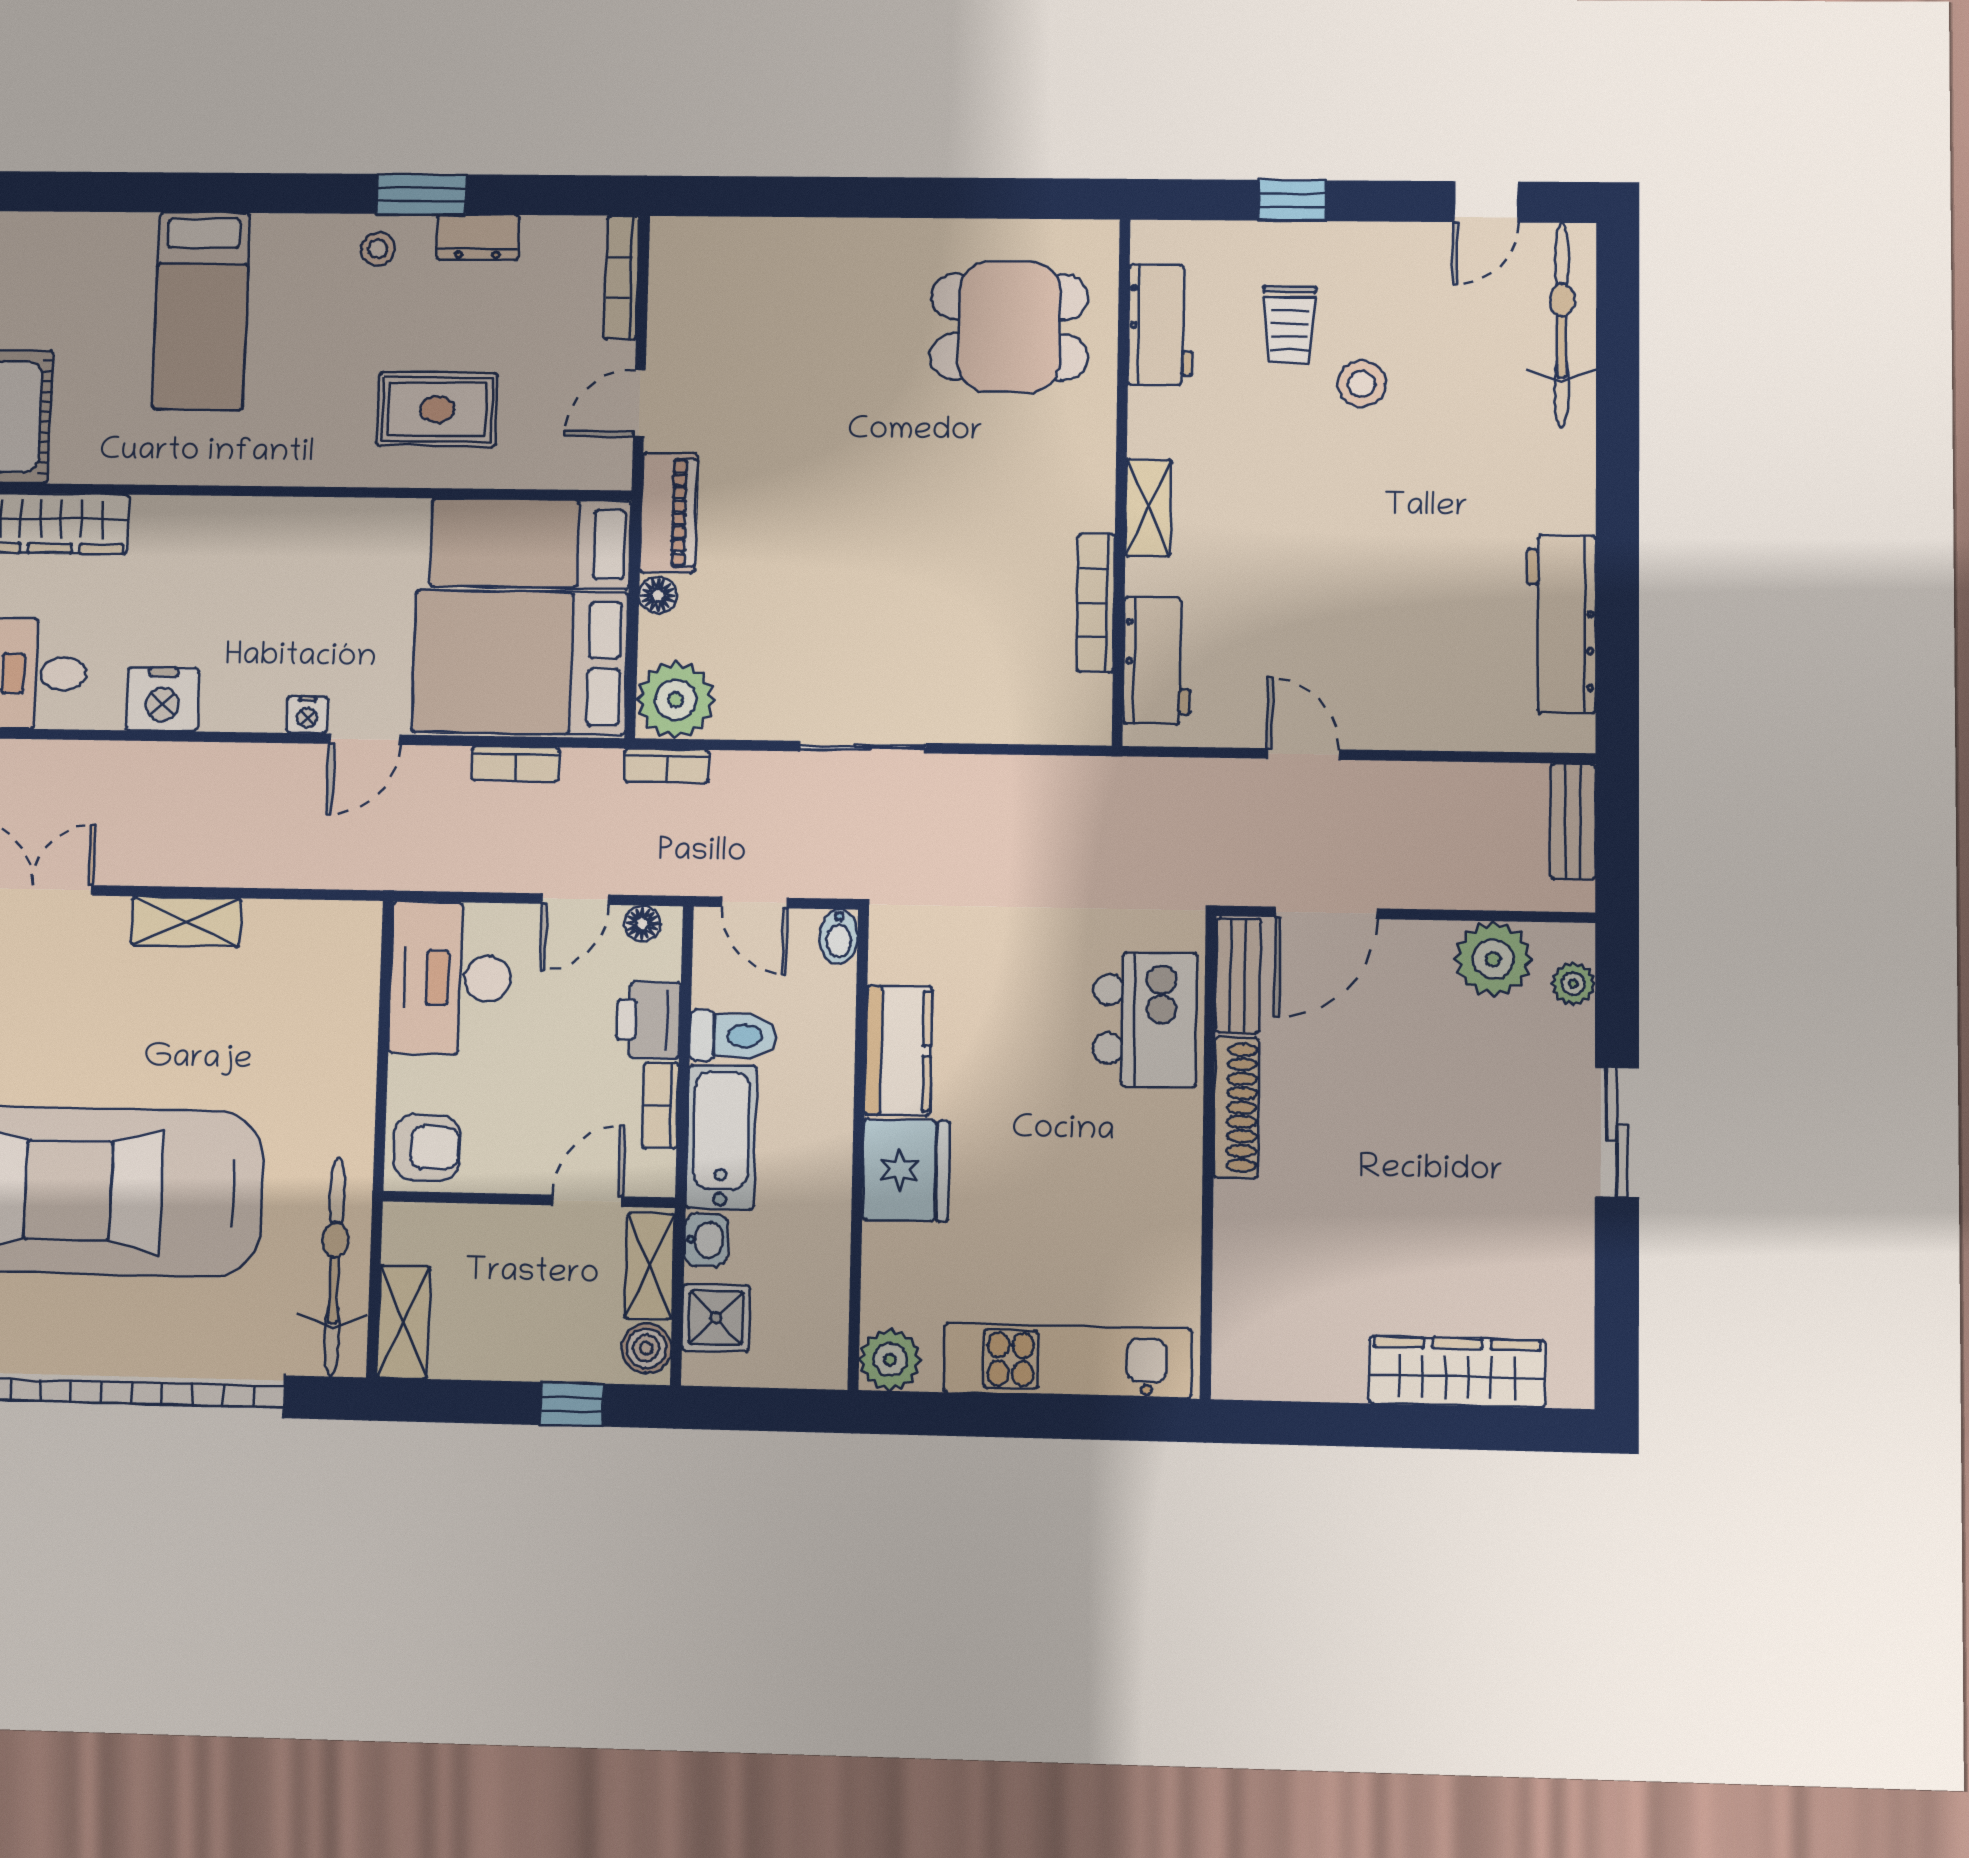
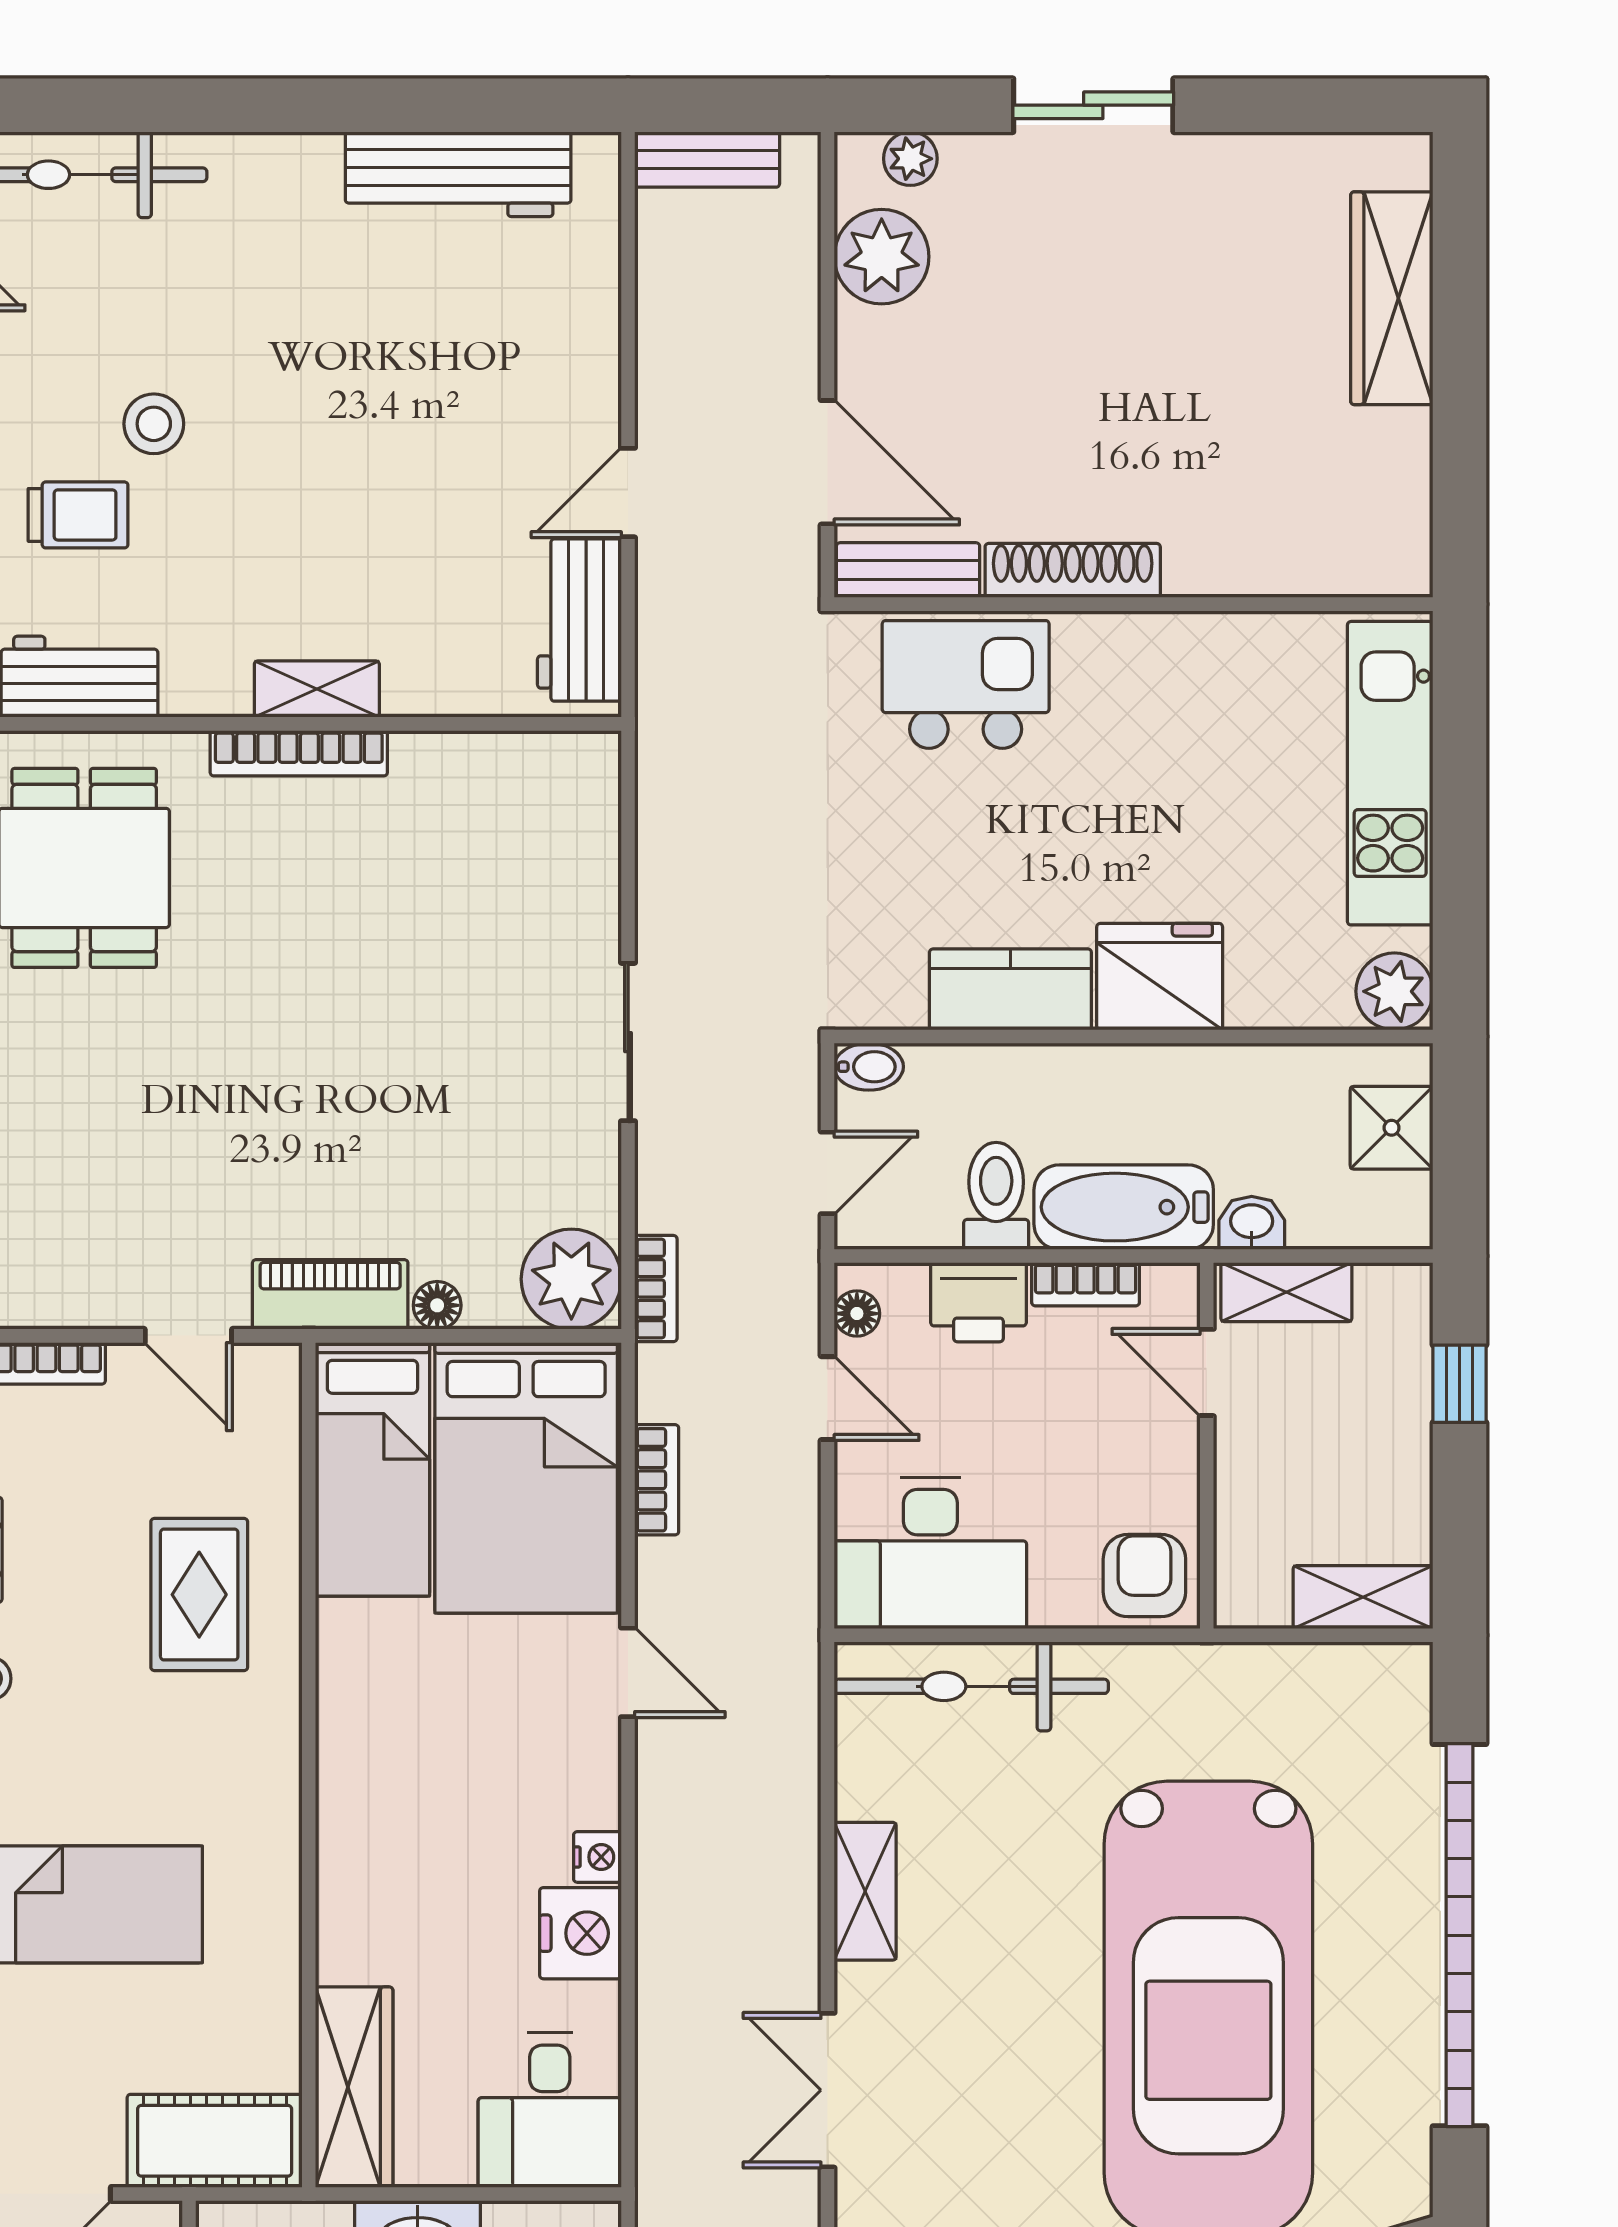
bookcase: (1096, 603) -> (299, 753), moved
workbench: (1157, 661) -> (579, 620), moved, turned -90
nightstand: (307, 715) -> (597, 1857), moved
bicycle: (335, 1266) -> (971, 1686), moved
shower: (716, 1318) -> (1392, 1128), moved
boiler: (646, 1348) -> (1388, 1293), removed

